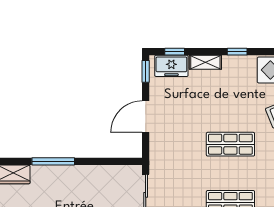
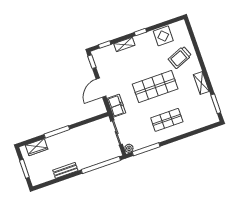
freezer: (171, 66) -> (116, 106), moved, turned -90
shop shelf: (230, 144) -> (155, 86), width x1.43, depth x1.36

